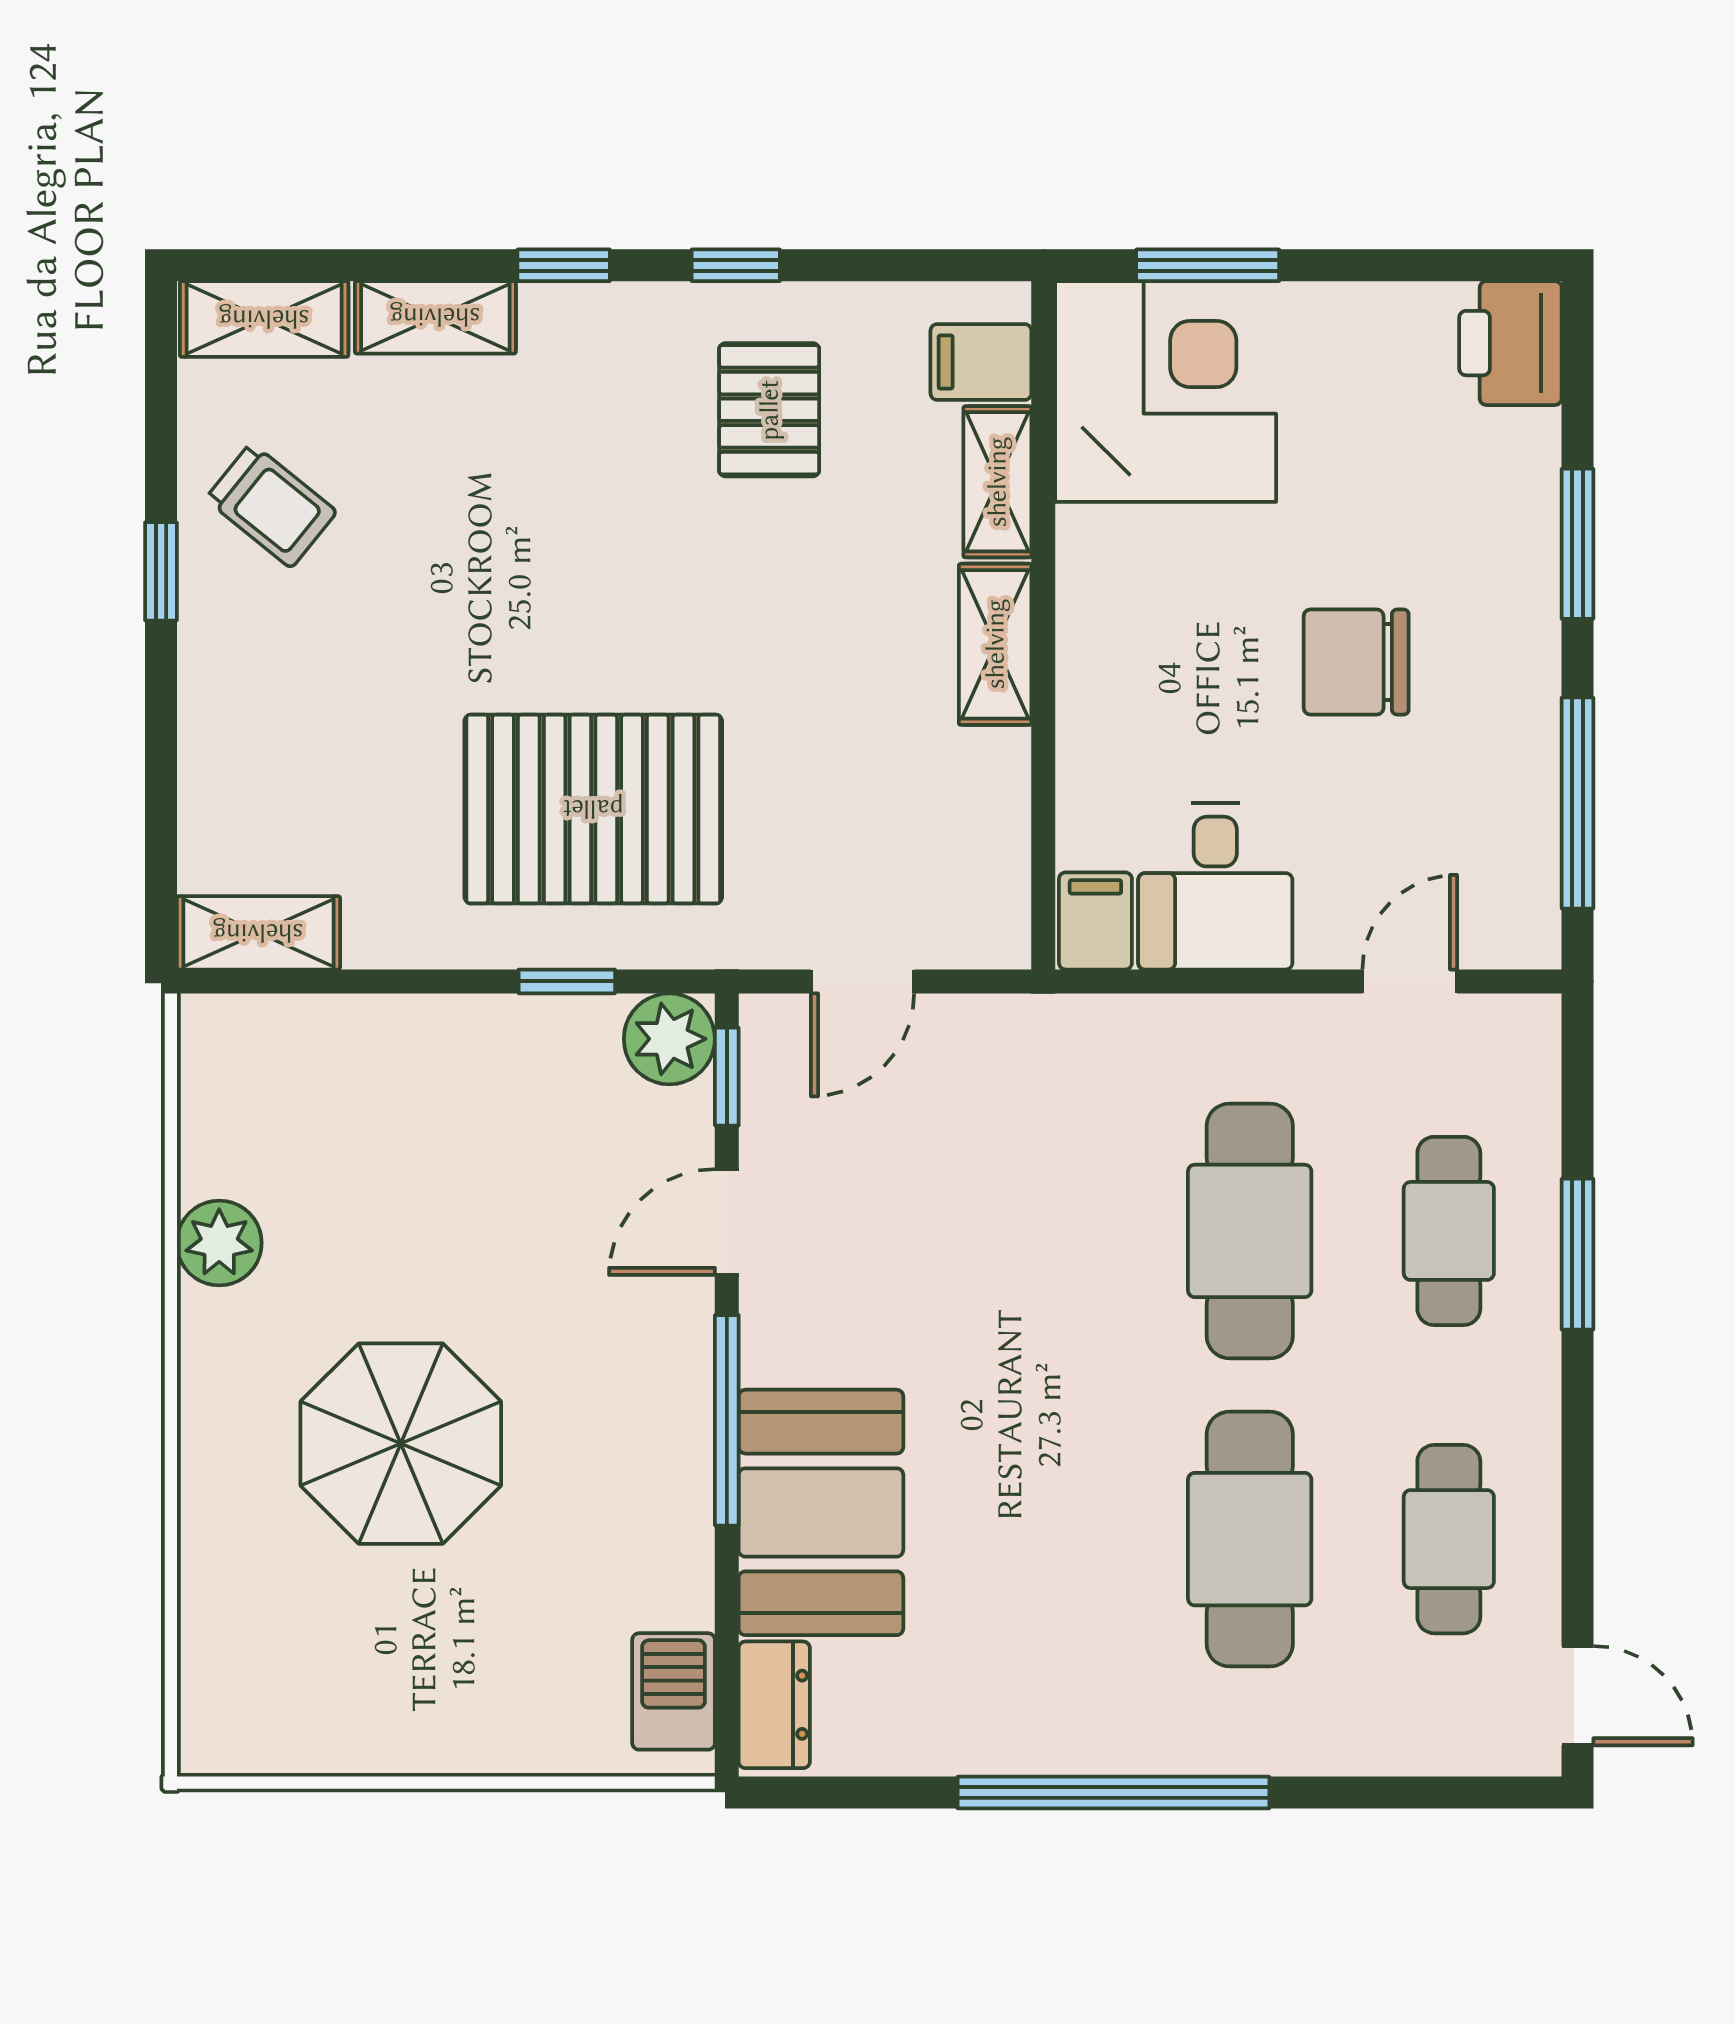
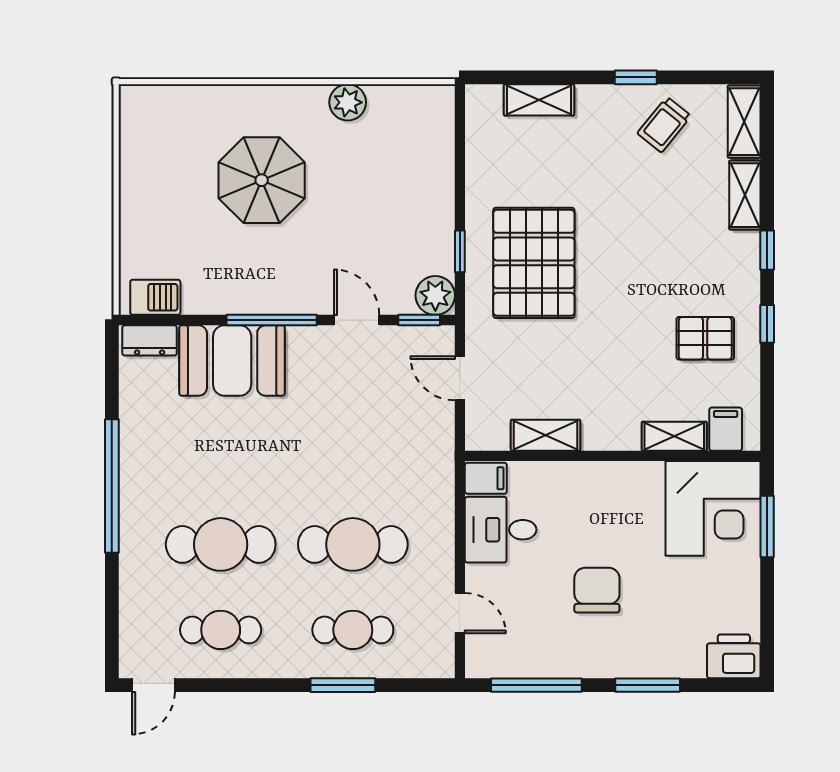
shelving: (995, 644) -> (546, 435), moved
shelving: (258, 933) -> (539, 100), moved, turned 90

